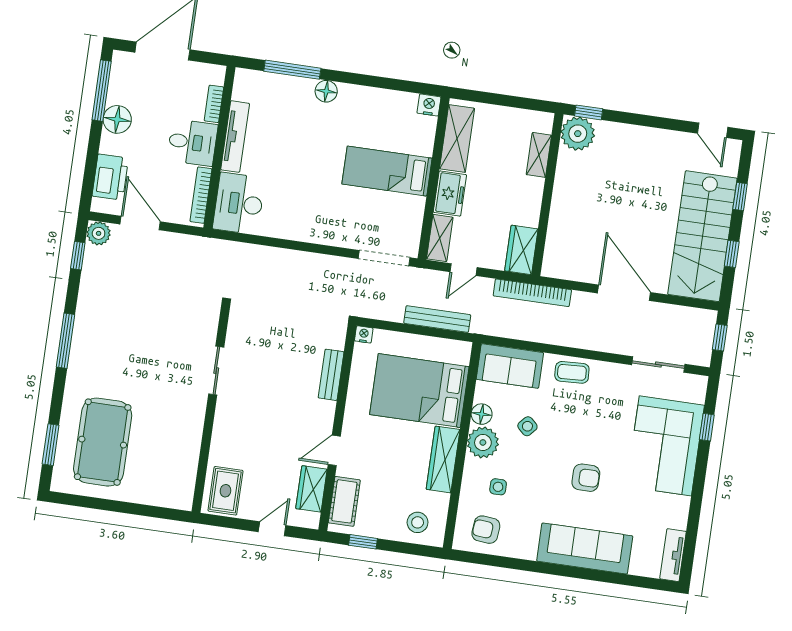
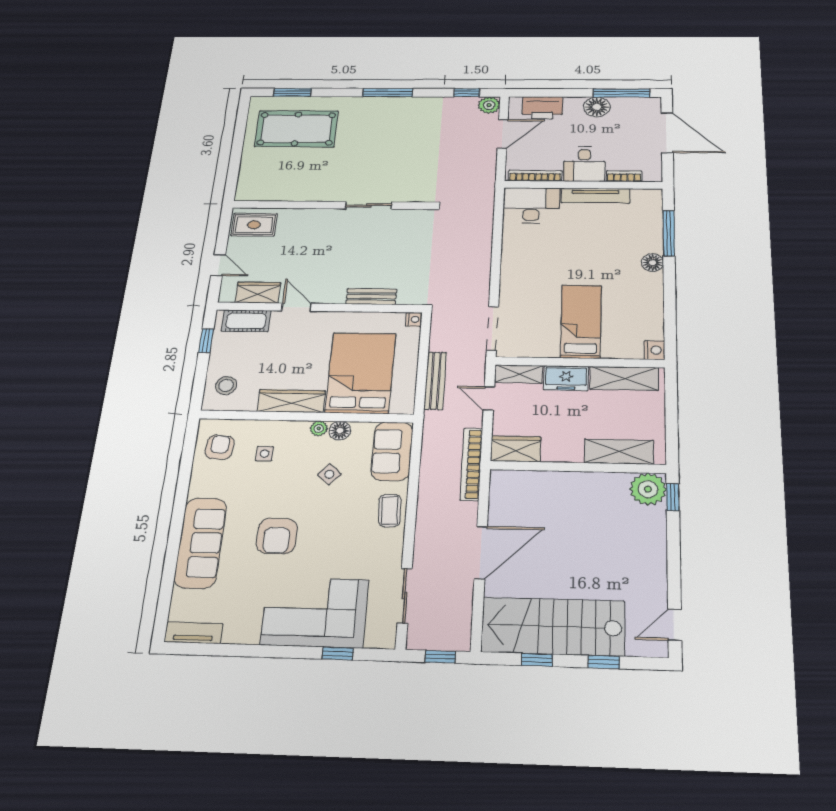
shelving: (539, 155) -> (619, 452), width x1.50, depth x1.33
plant: (483, 442) -> (319, 428), width x0.53, depth x0.53
armchair: (586, 478) -> (277, 536), width x1.38, depth x1.38

